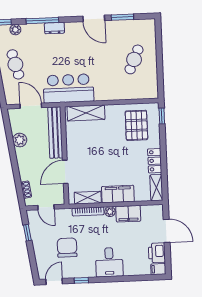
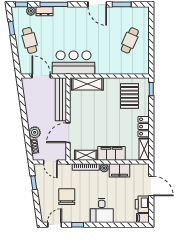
dresser: (54, 28) -> (44, 11), moved
plant: (20, 140) -> (35, 132), moved

